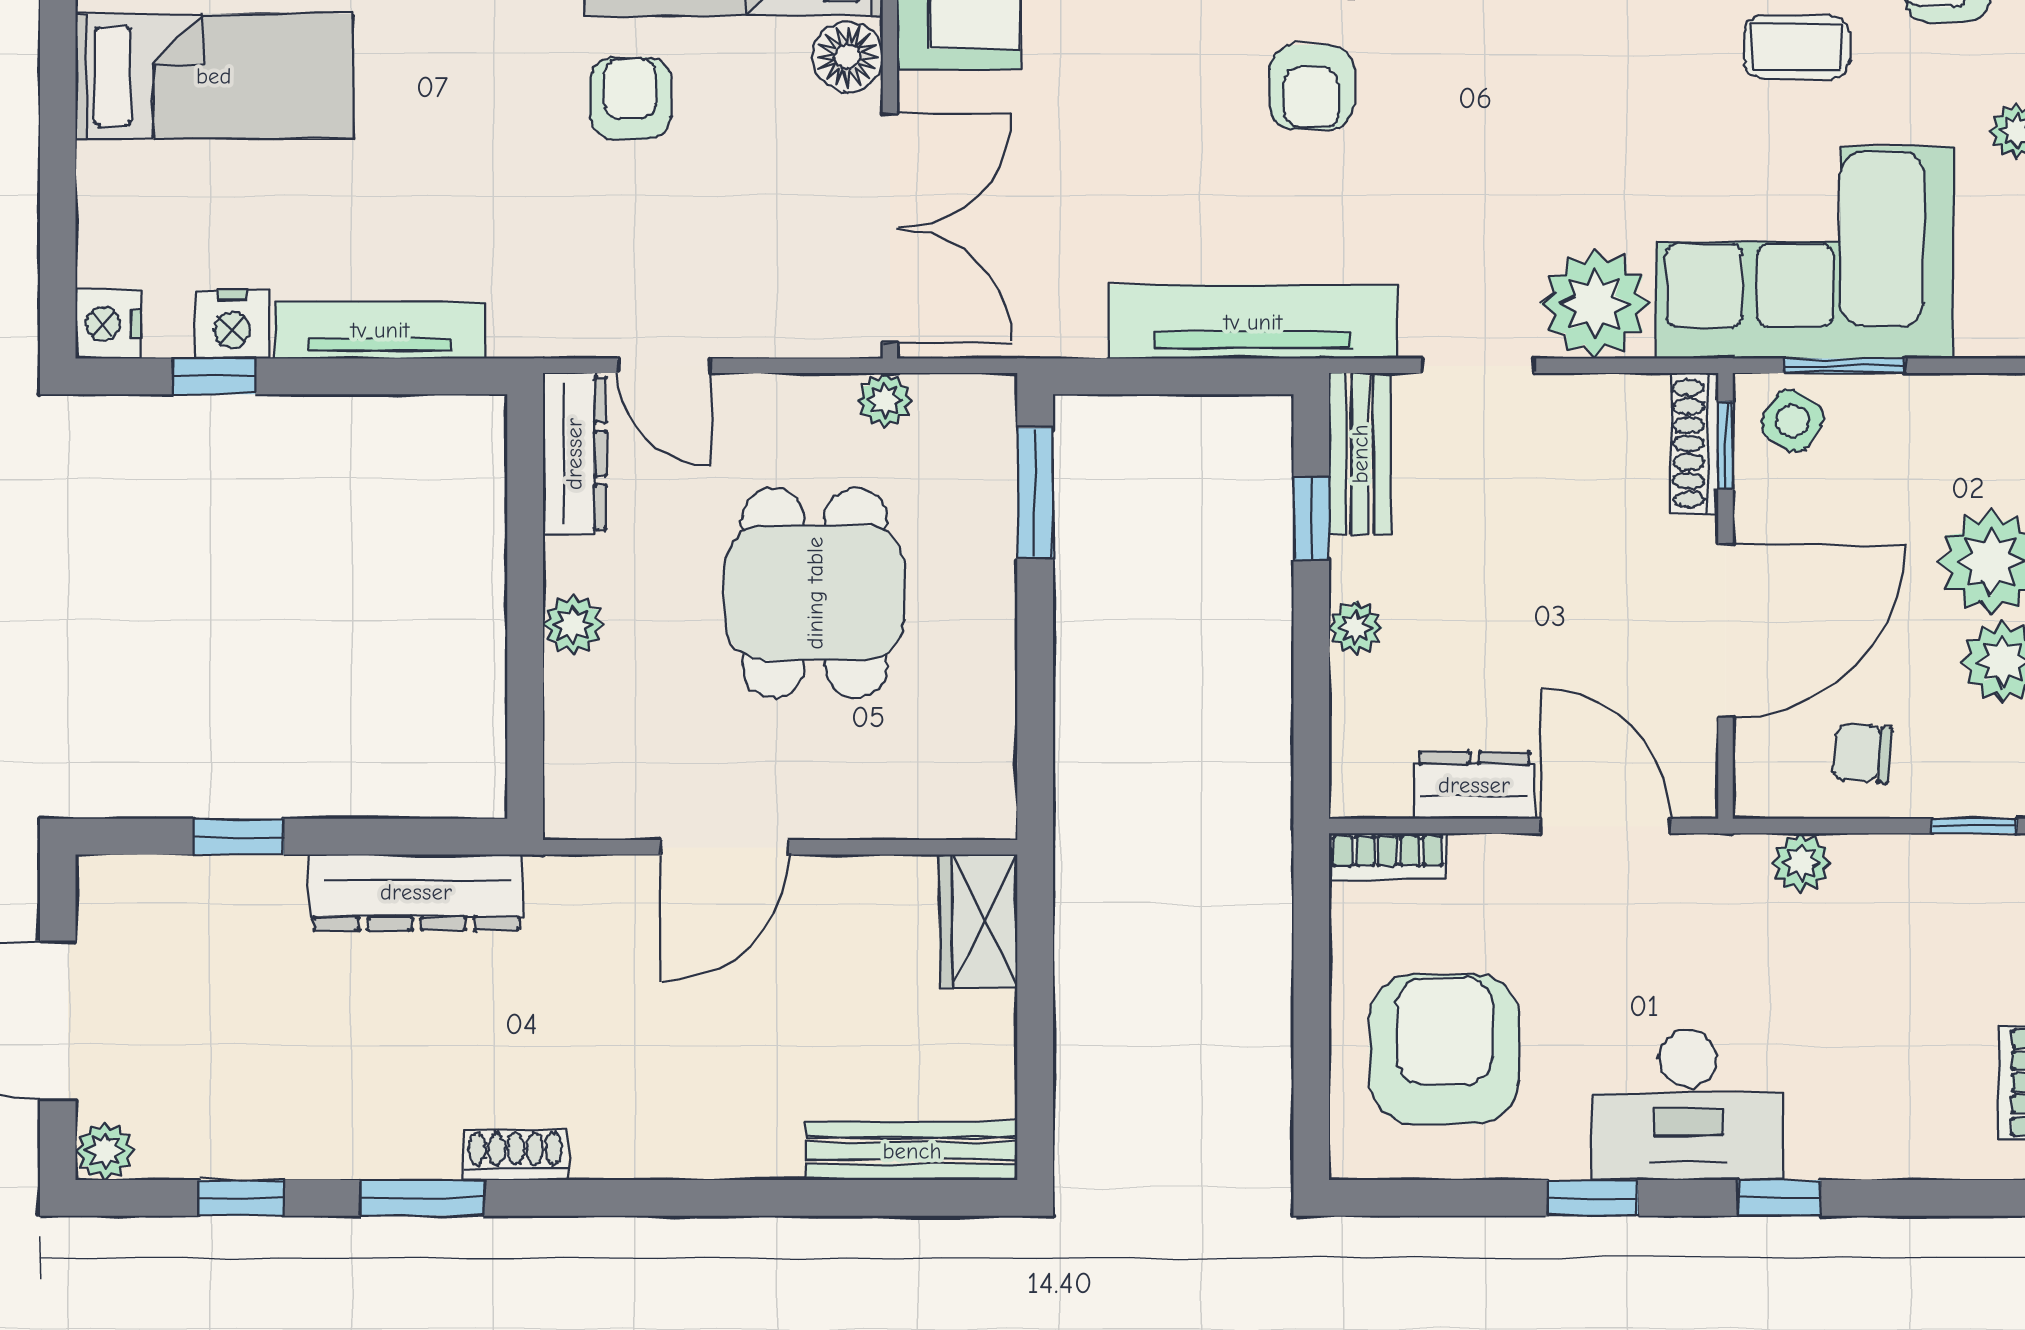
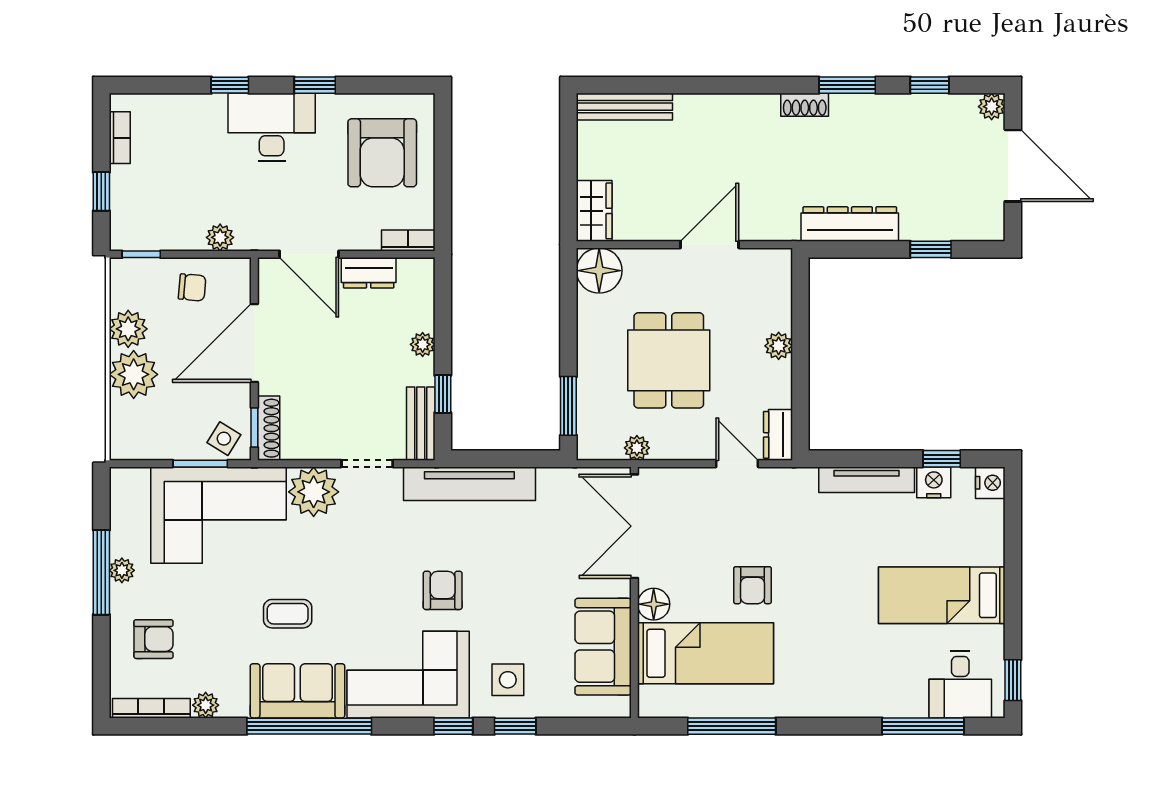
coffee table: (1796, 47) -> (288, 614), moved
dresser: (574, 454) -> (778, 435), width x0.70
floor lamp: (967, 790) -> (599, 271), added

